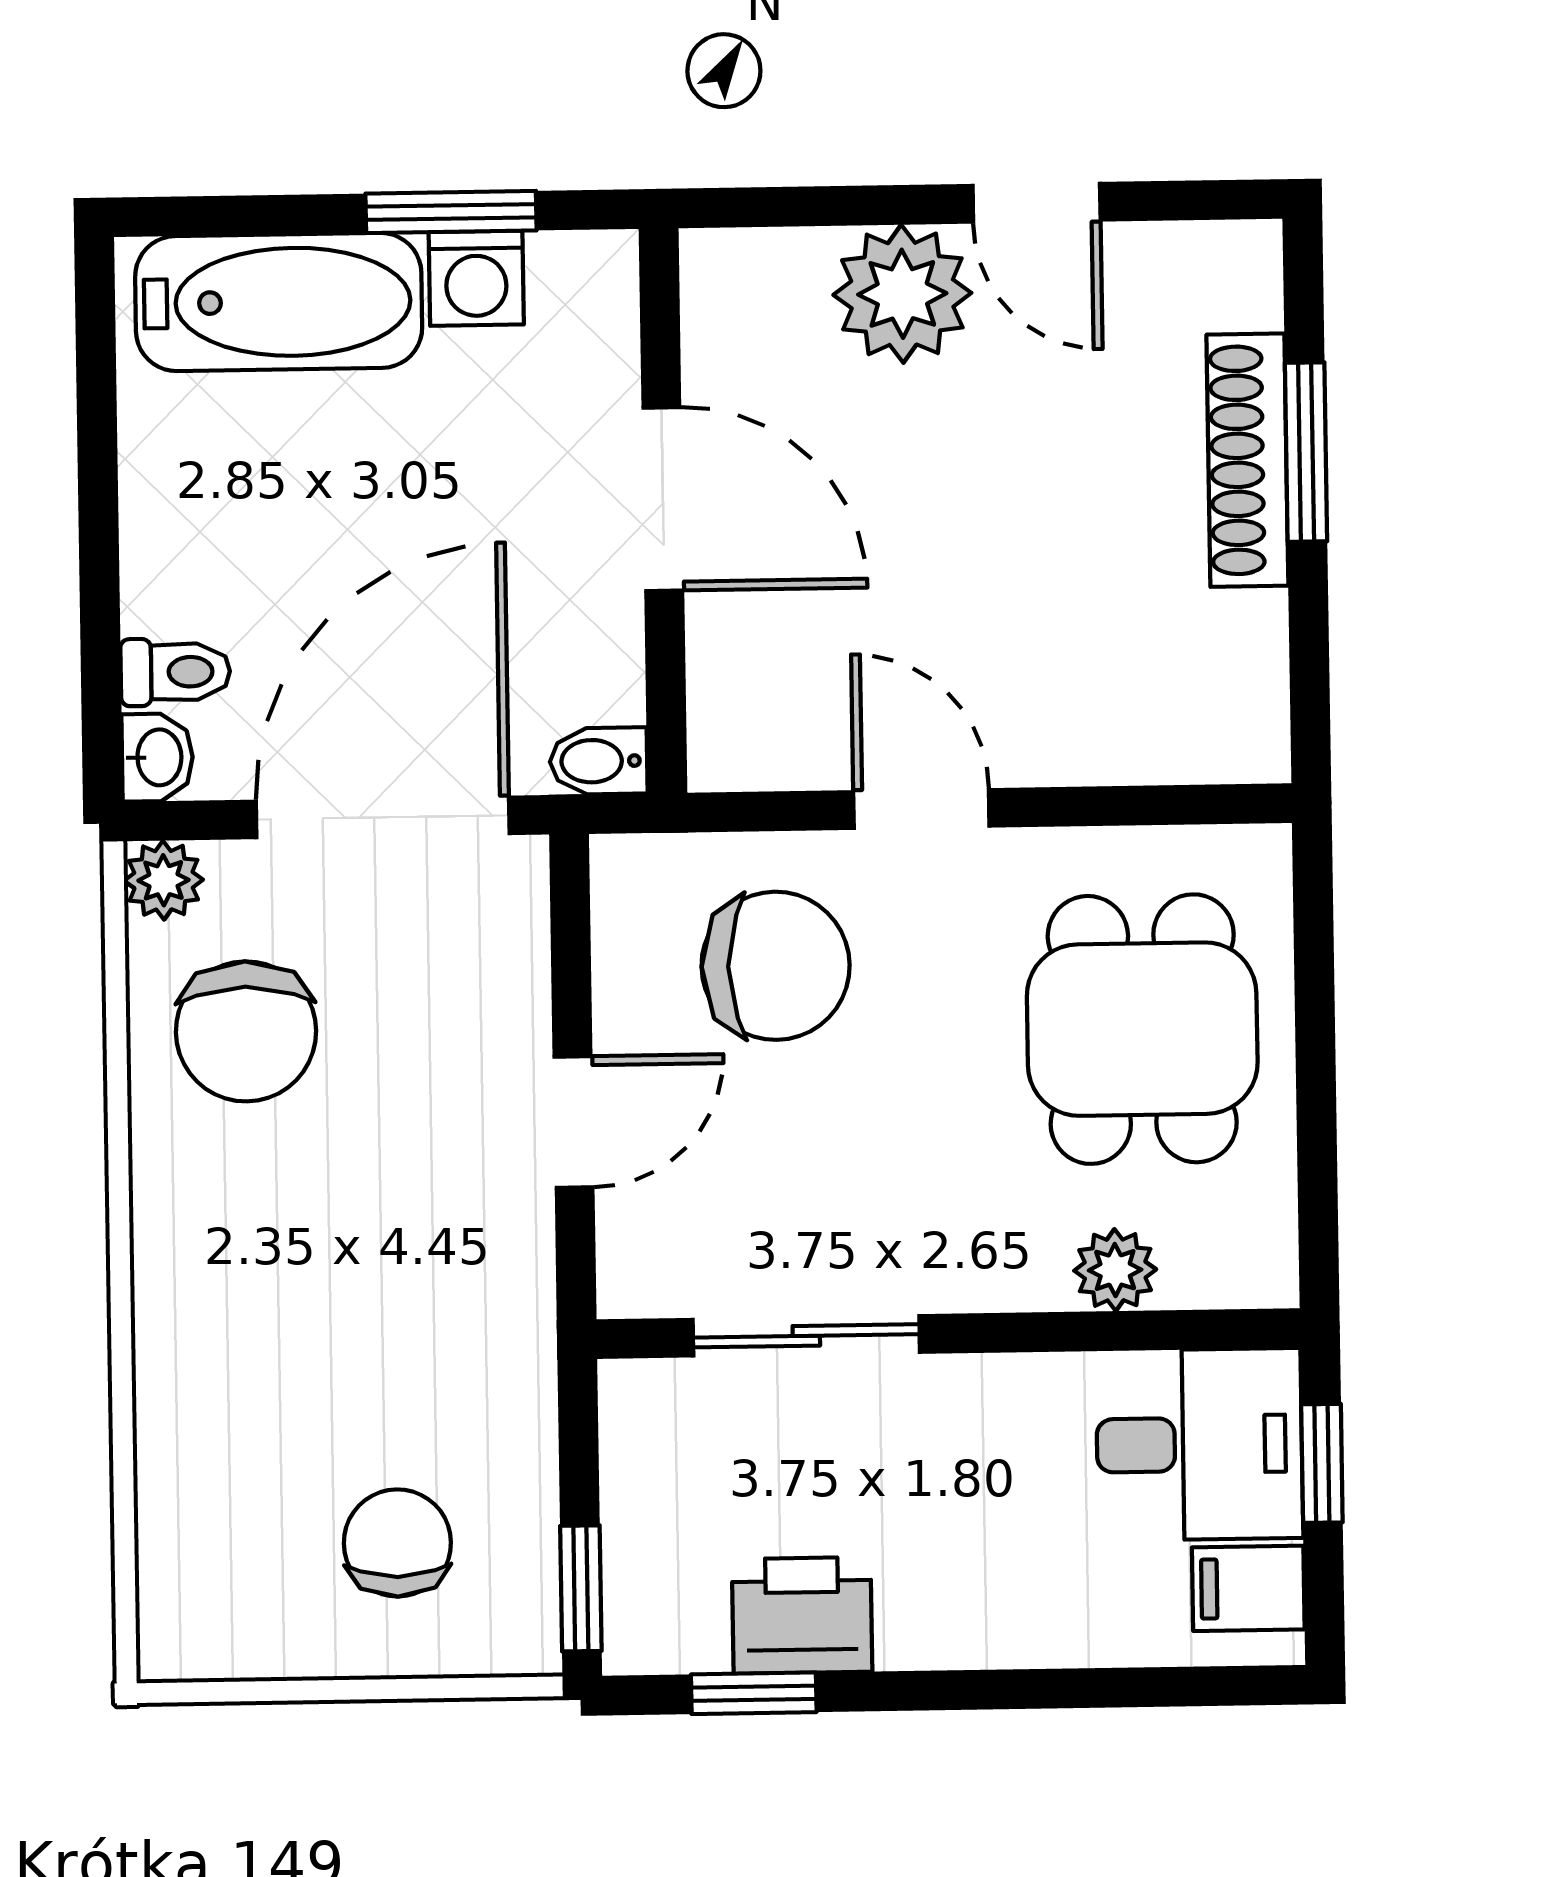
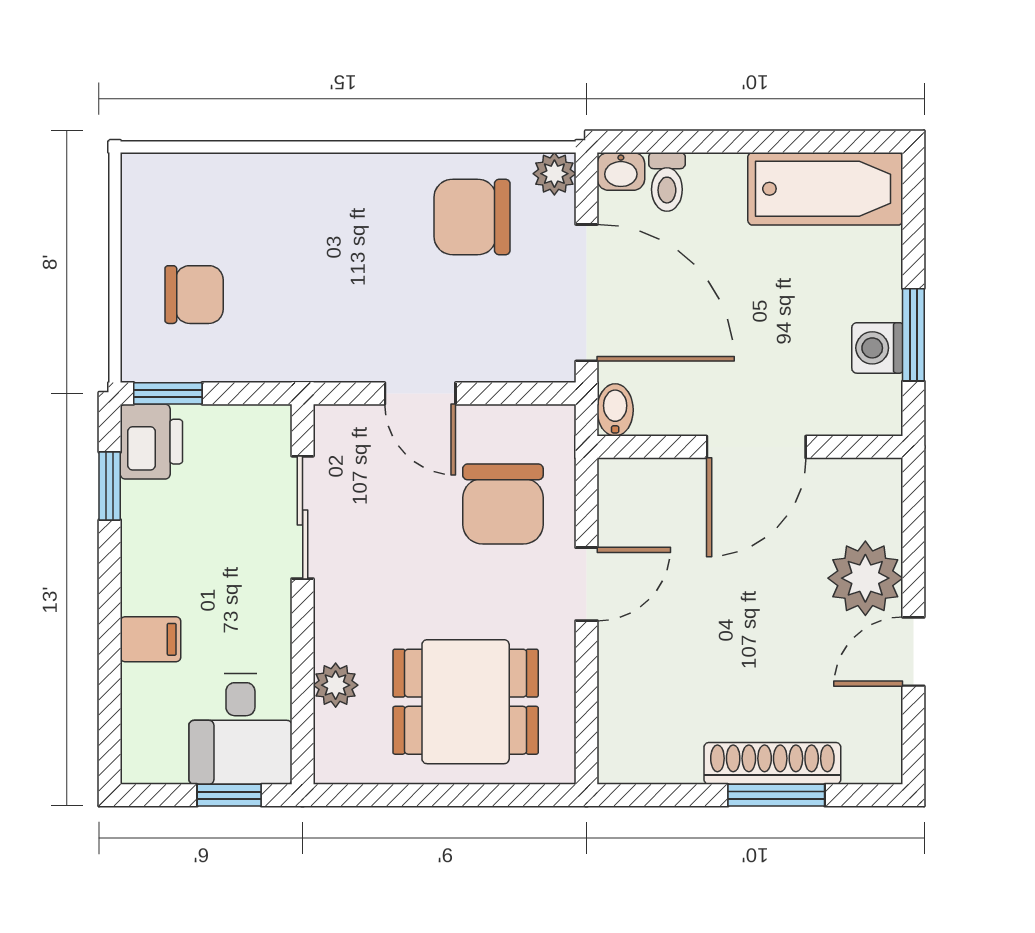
bathtub: (279, 302) -> (825, 189), moved, turned -90
filing cabinet: (1248, 1588) -> (151, 639), moved, turned 90
printer: (802, 1615) -> (151, 442), moved

